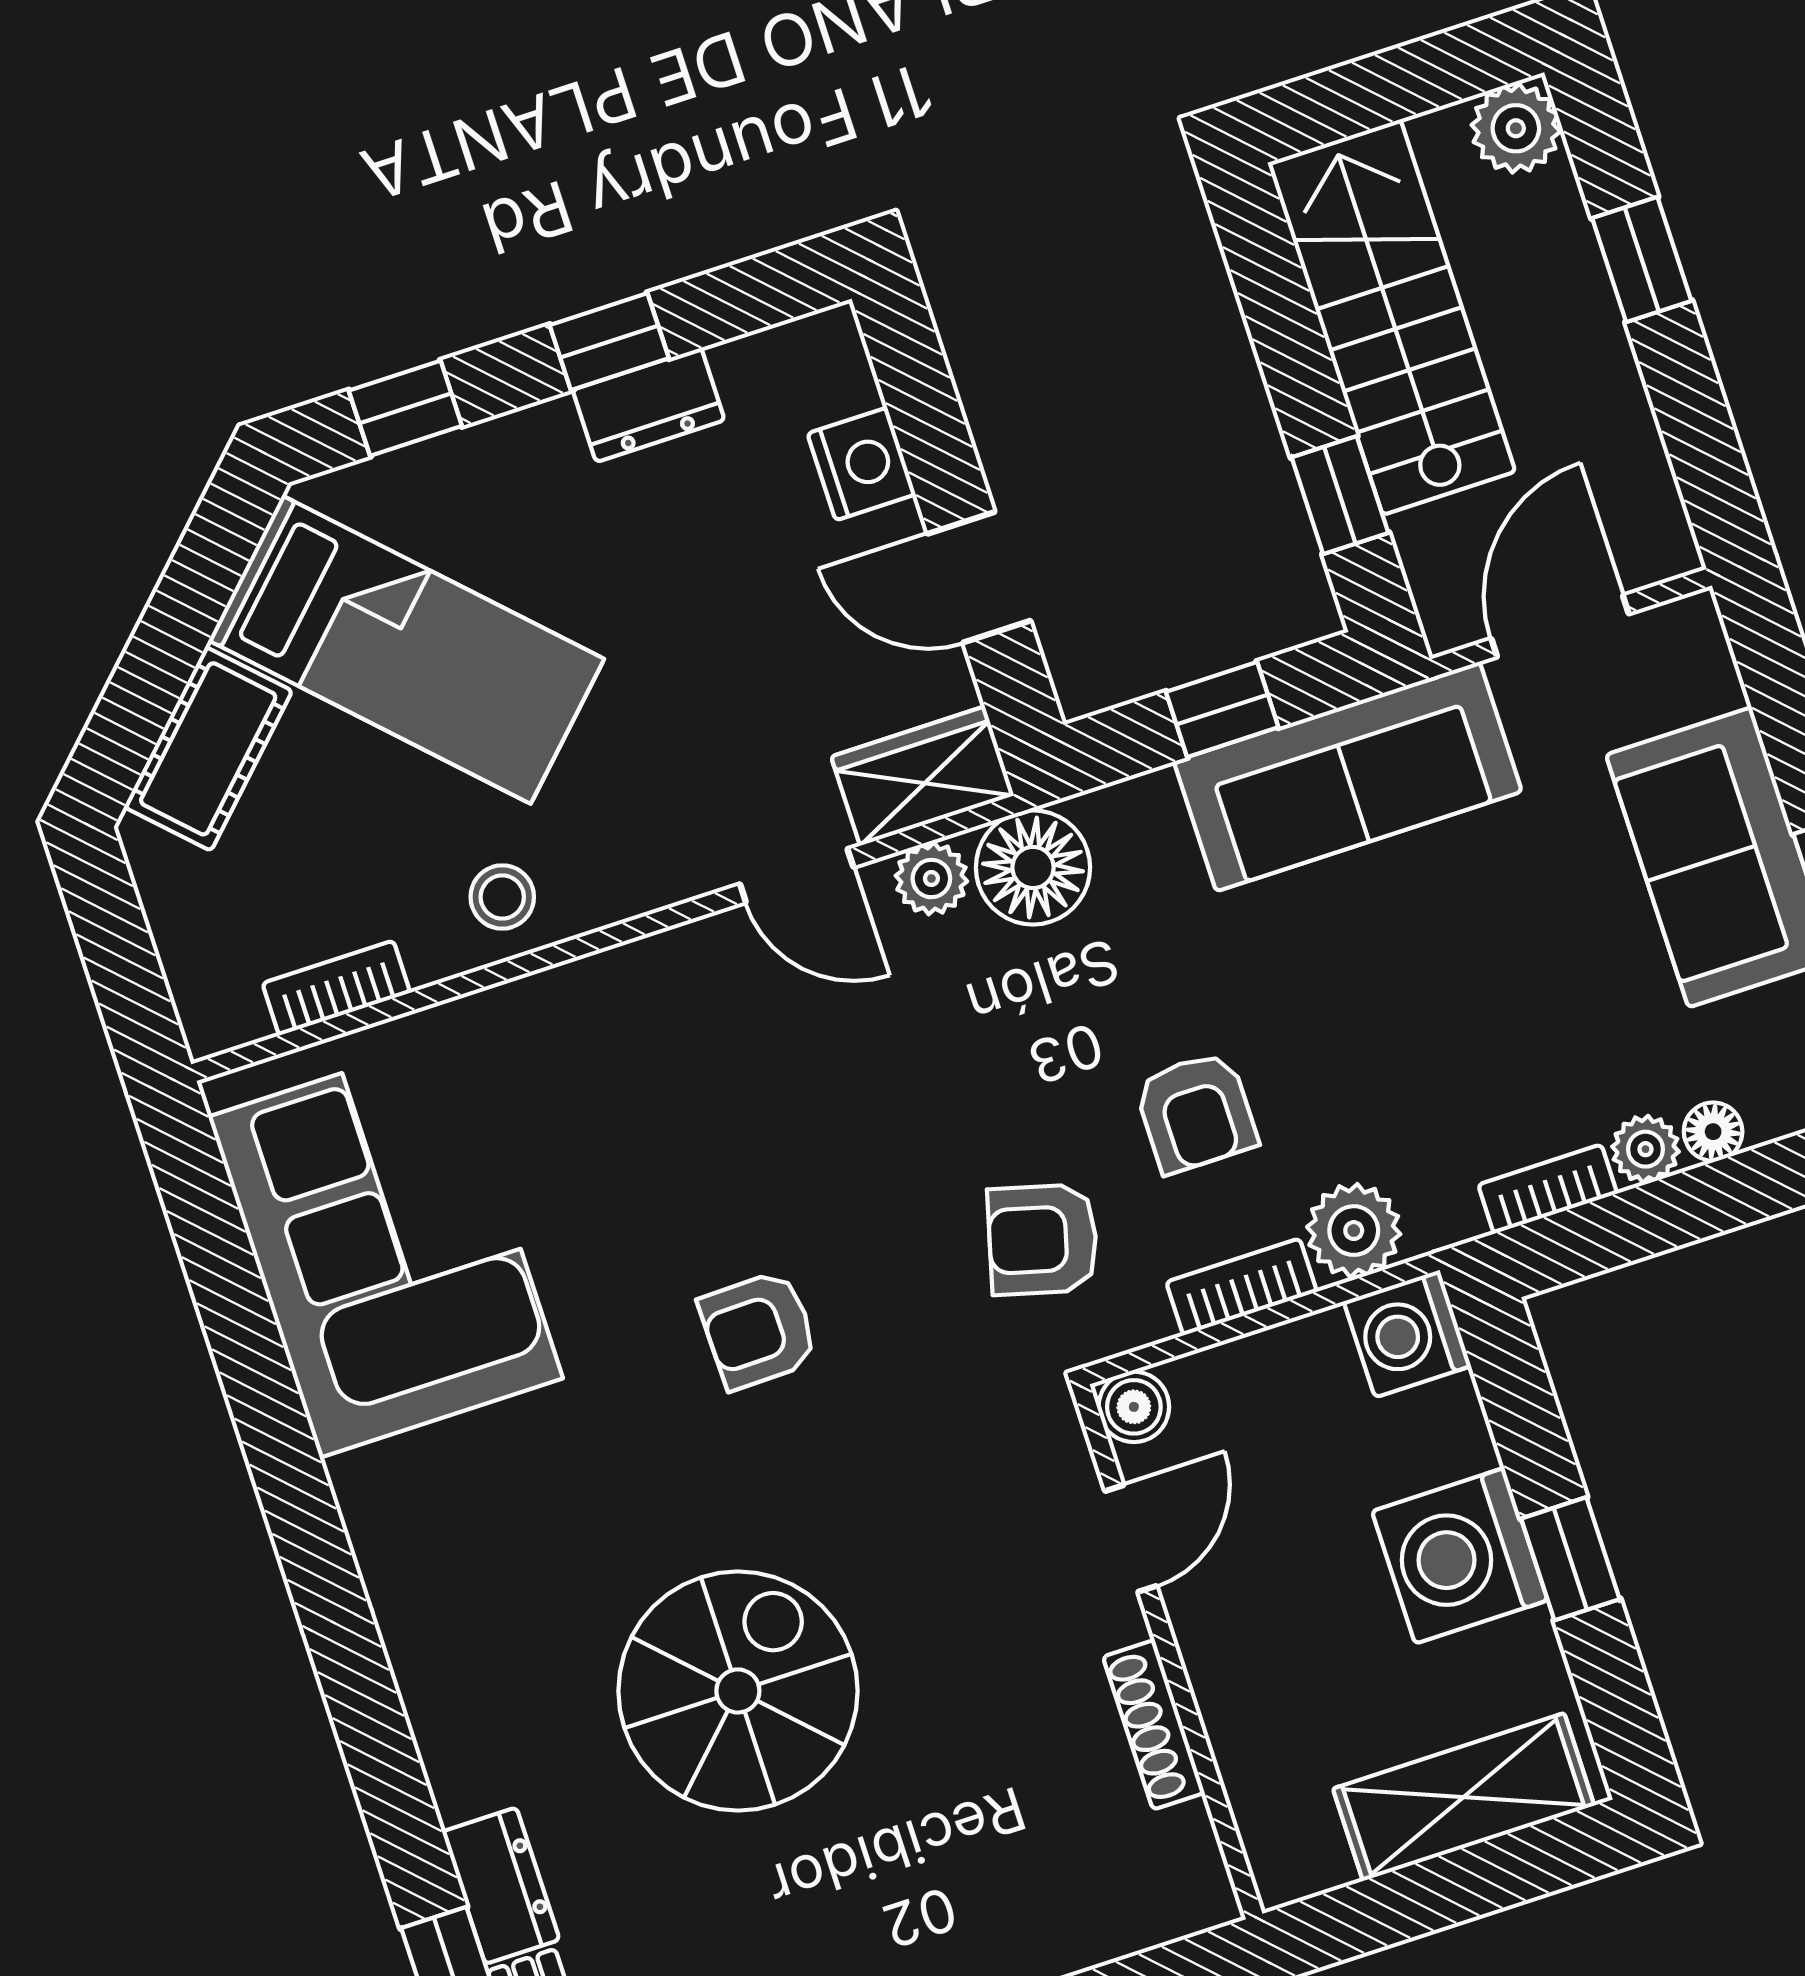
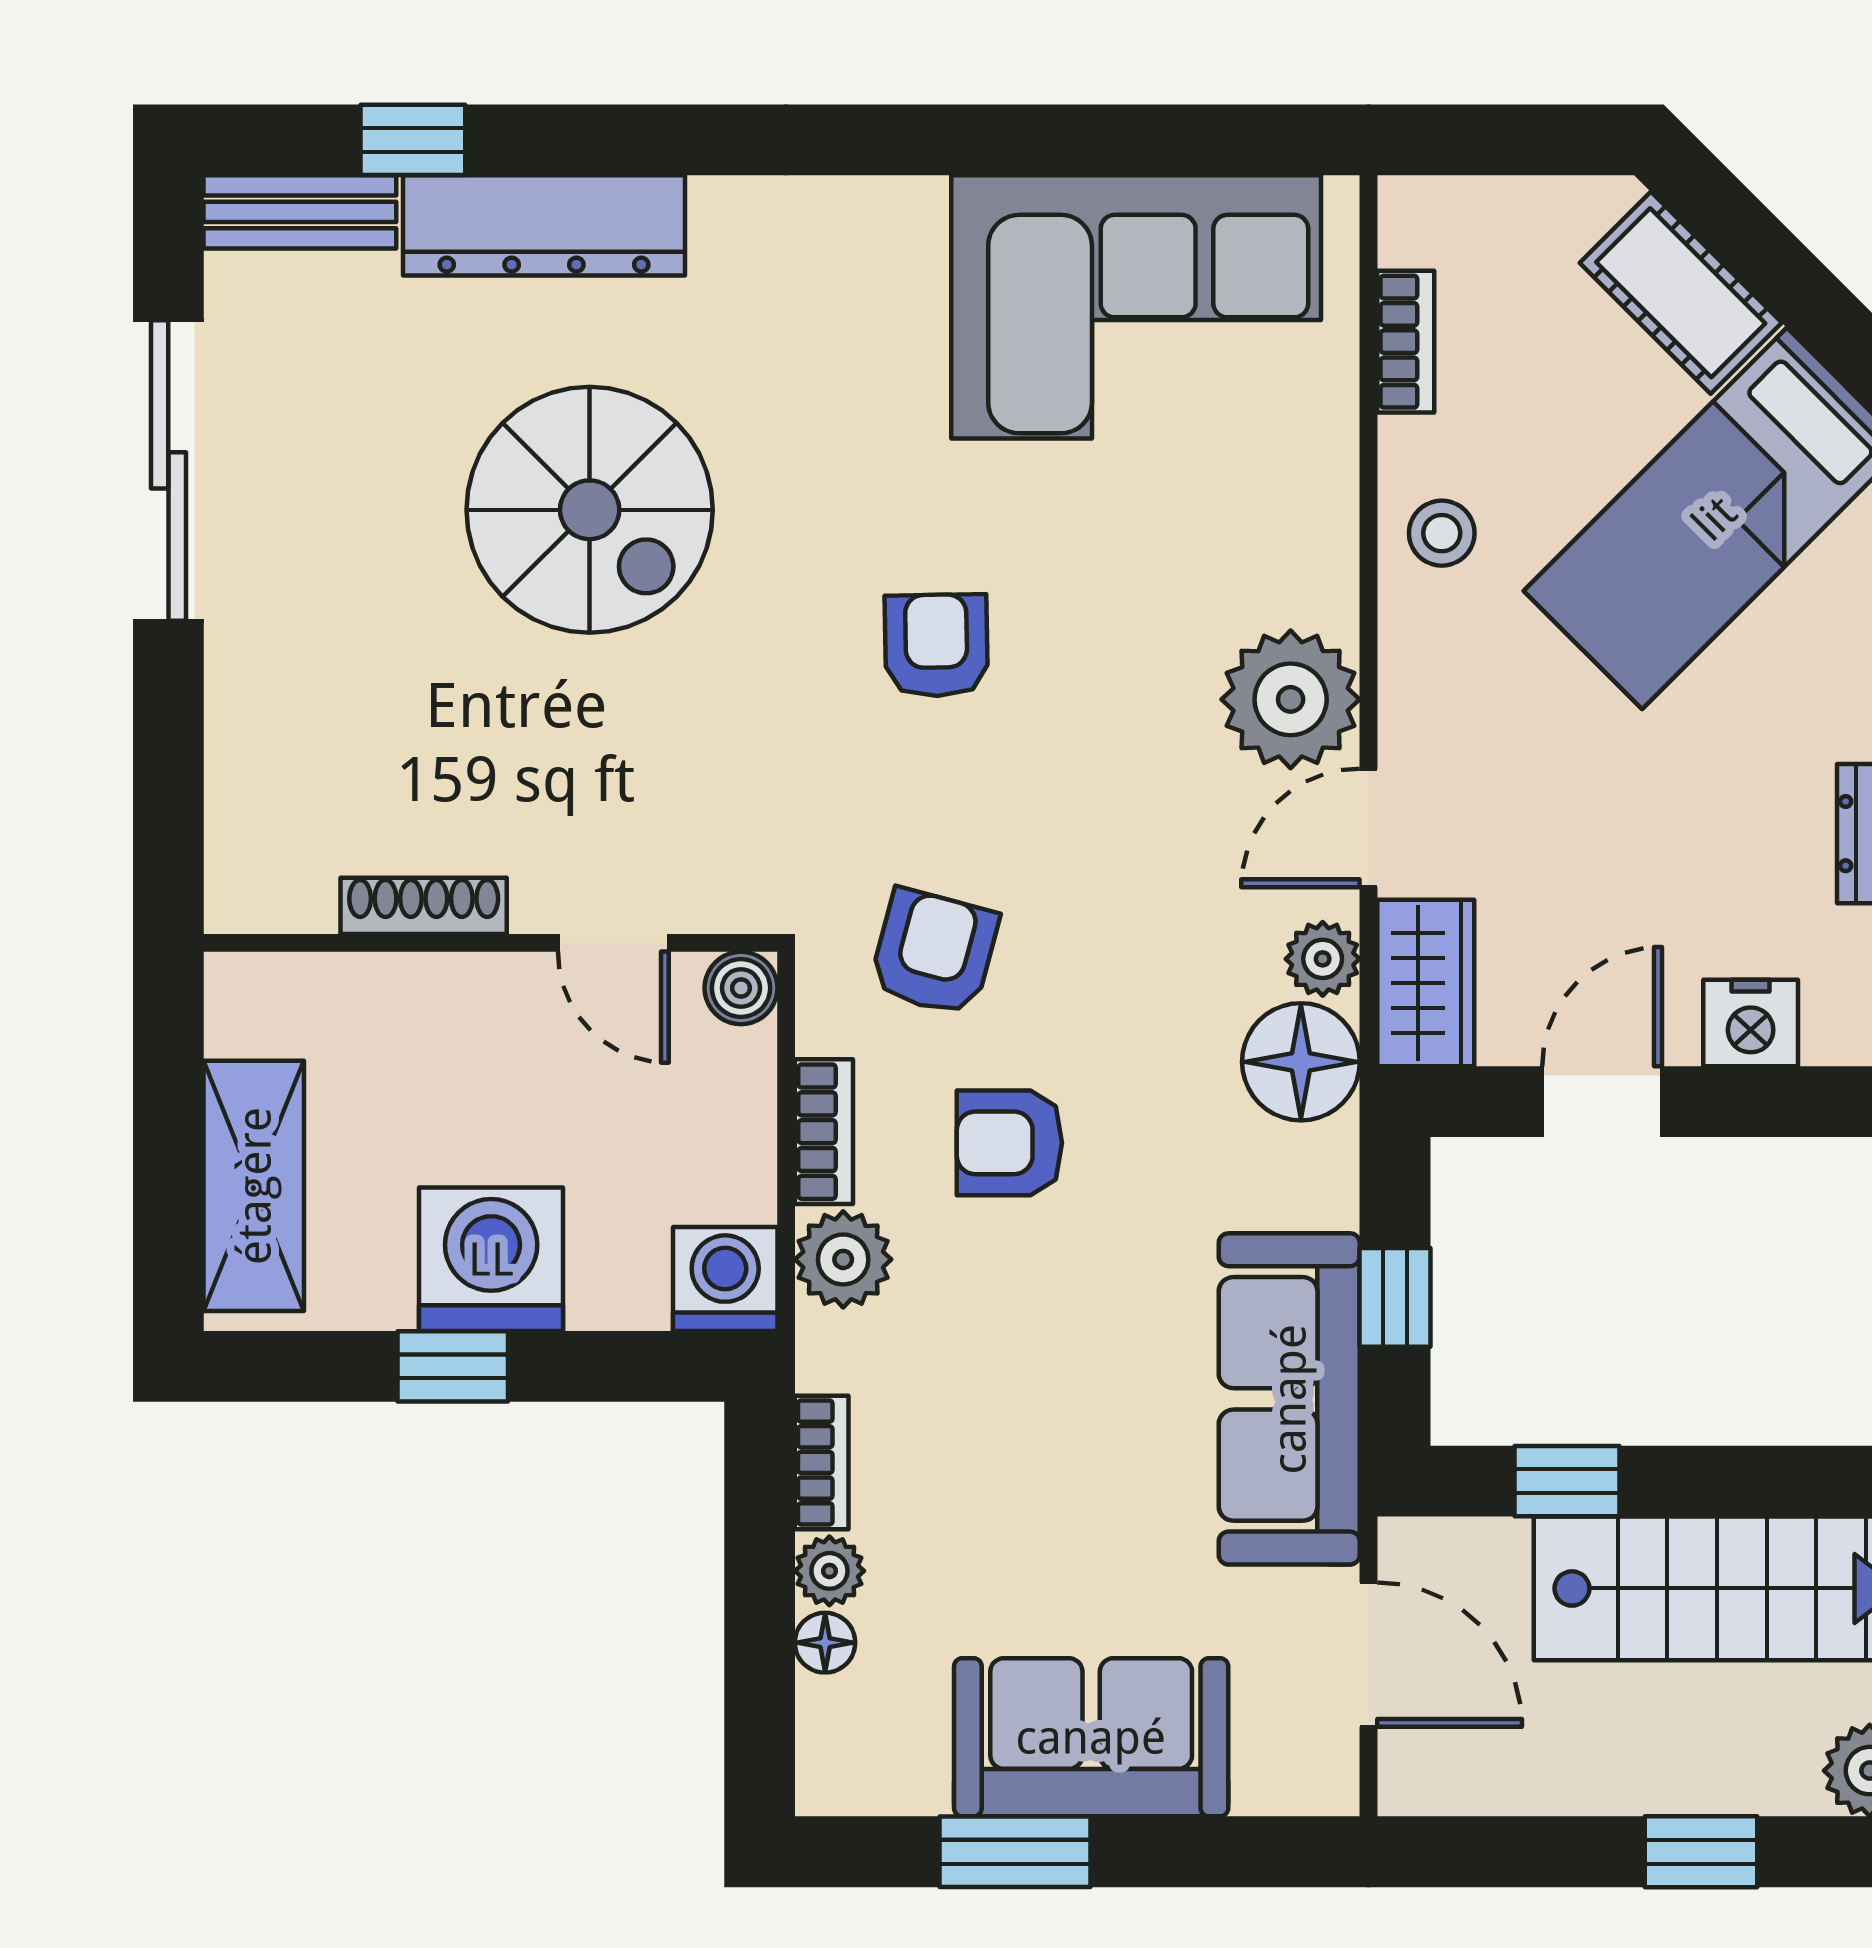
plant: (701, 986) -> (1291, 699), added
dresser: (501, 1886) -> (544, 225), width x1.96, depth x1.24

